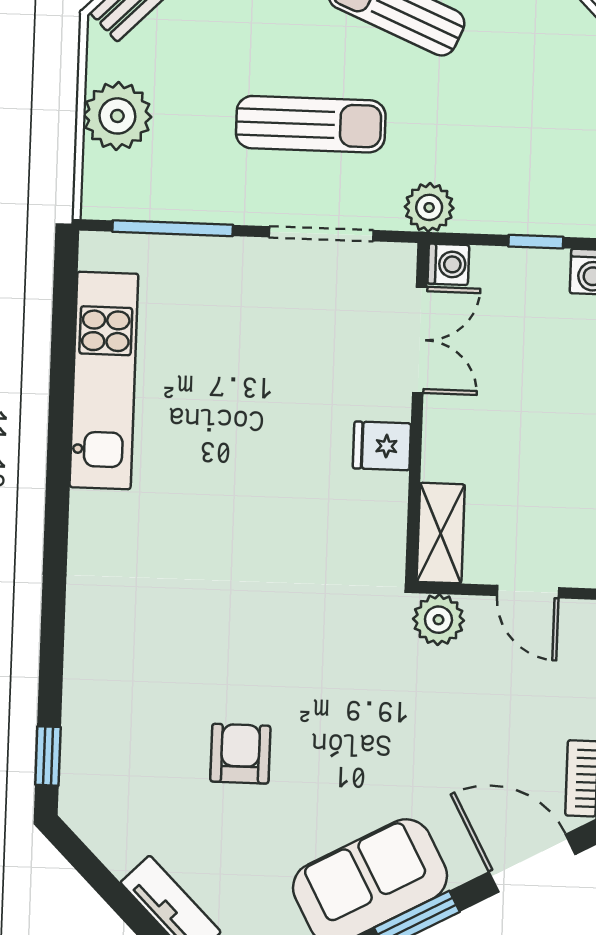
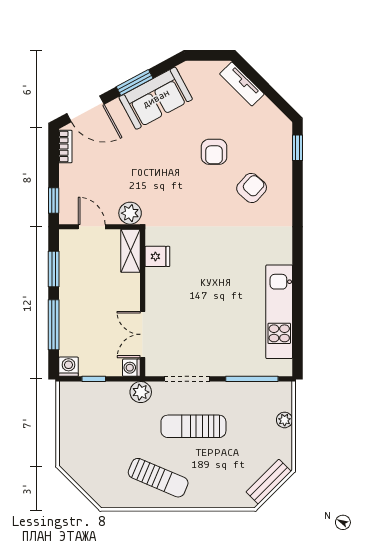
plant: (117, 116) -> (285, 420), width x0.53, depth x0.53
fridge: (382, 446) -> (157, 256), moved
armchair: (157, 667) -> (252, 188), added

